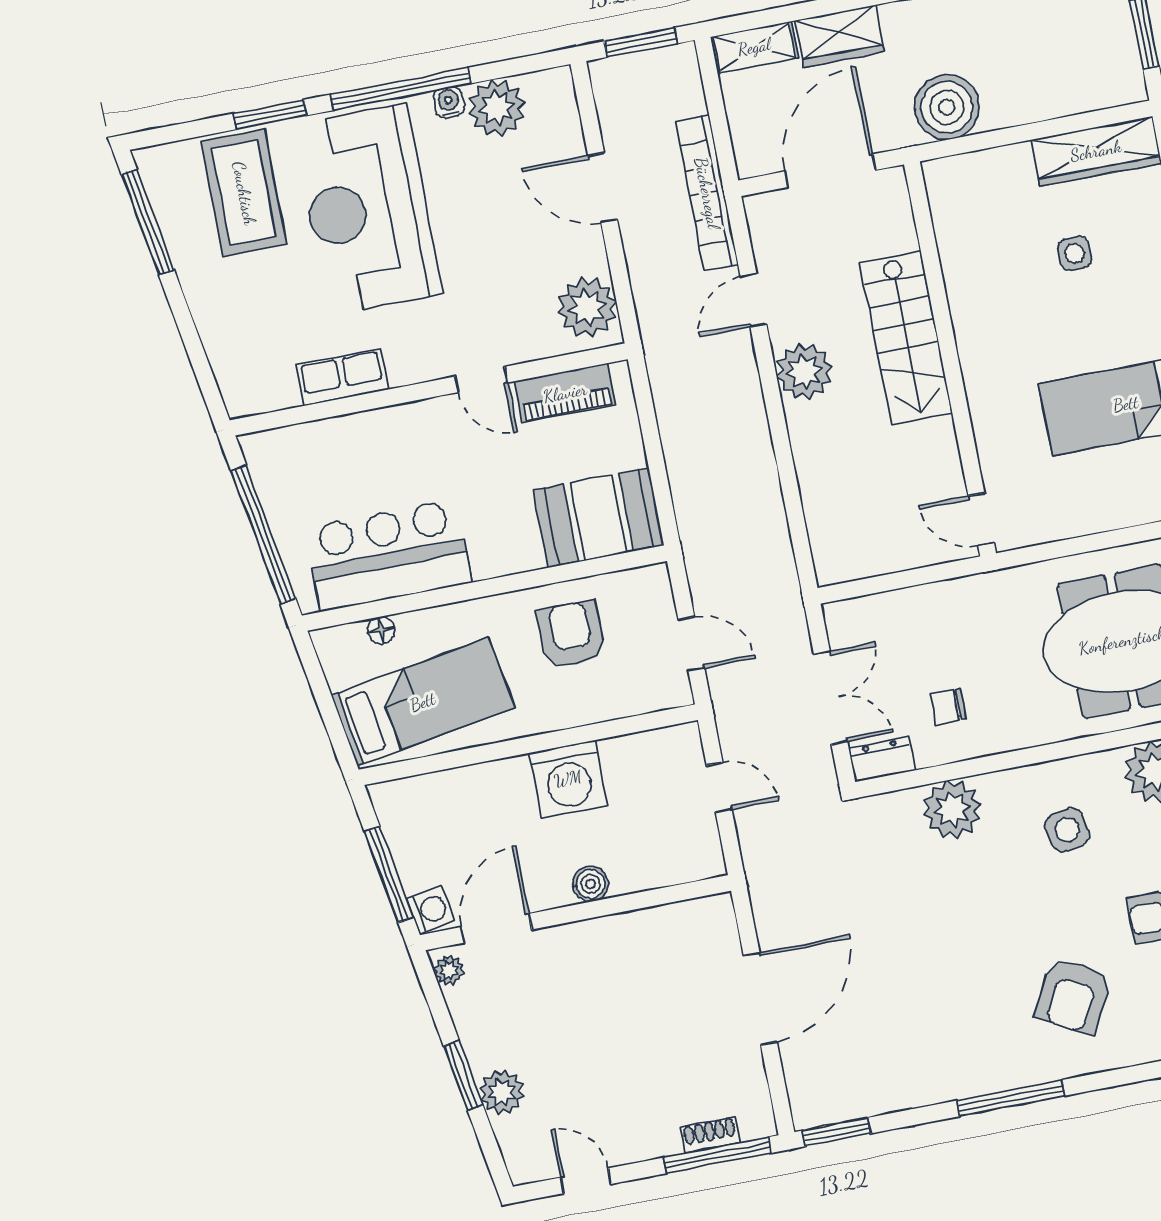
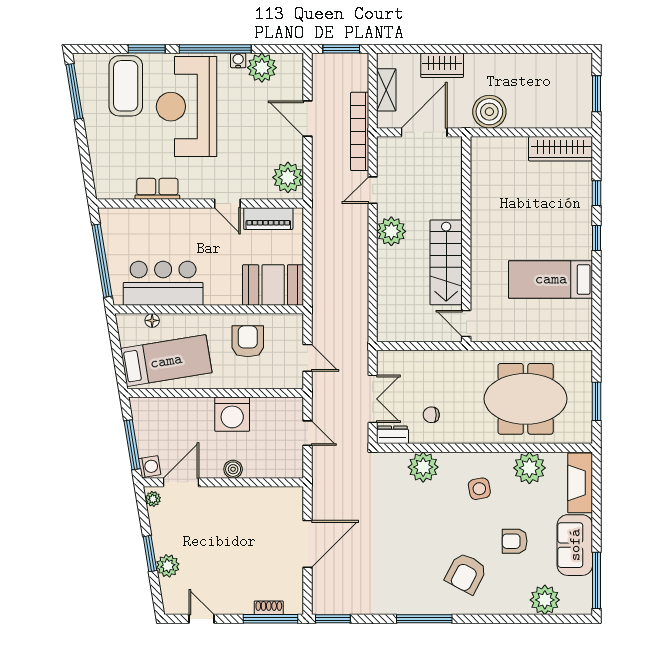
shelving: (754, 47) -> (386, 90), moved, turned 90
side table: (1075, 253) -> (540, 198), removed
stairs: (906, 338) -> (446, 262), moved

